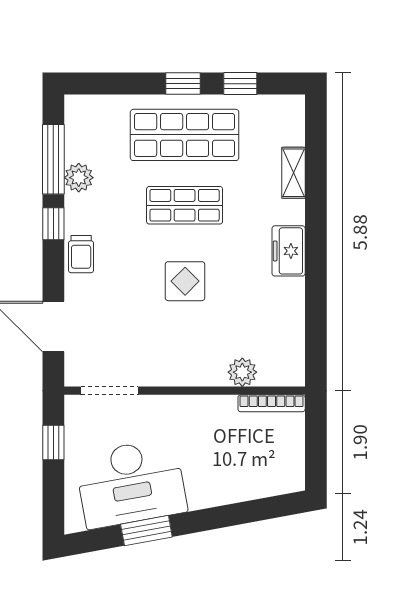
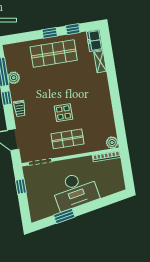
shop shelf: (185, 205) -> (68, 139), moved
freezer: (289, 251) -> (95, 41), moved
plant: (242, 372) -> (112, 143), moved
desk: (131, 483) -> (75, 191), moved

